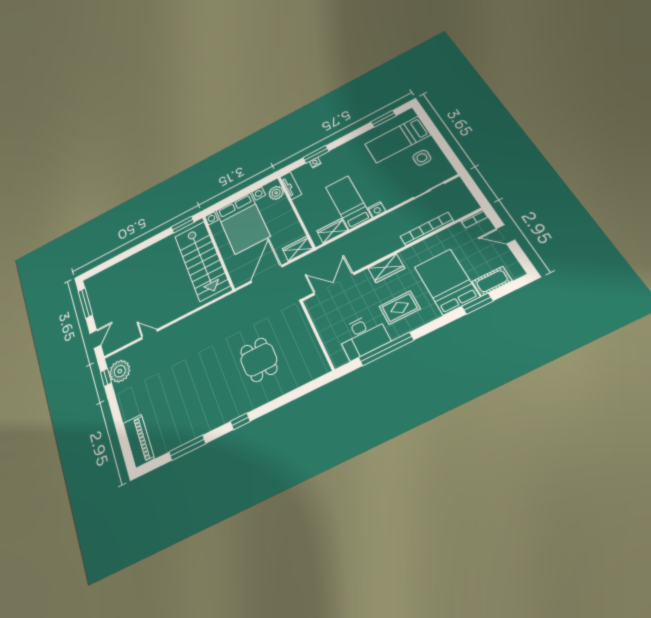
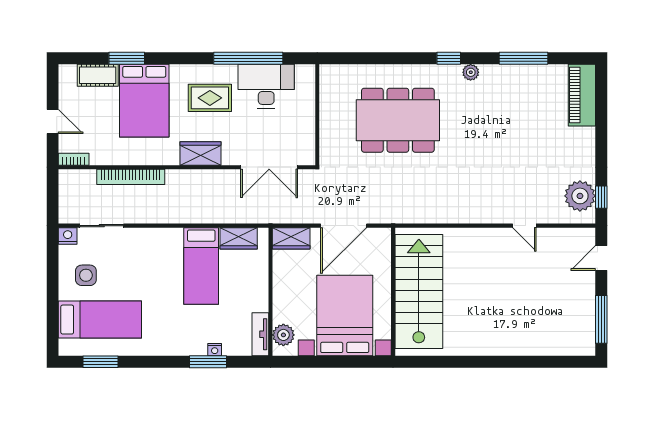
nightstand: (377, 210) -> (68, 236), moved
window: (183, 225) -> (426, 362), removed
dining table: (259, 360) -> (398, 120), width x1.88, depth x1.24
plant: (221, 419) -> (471, 72), added

